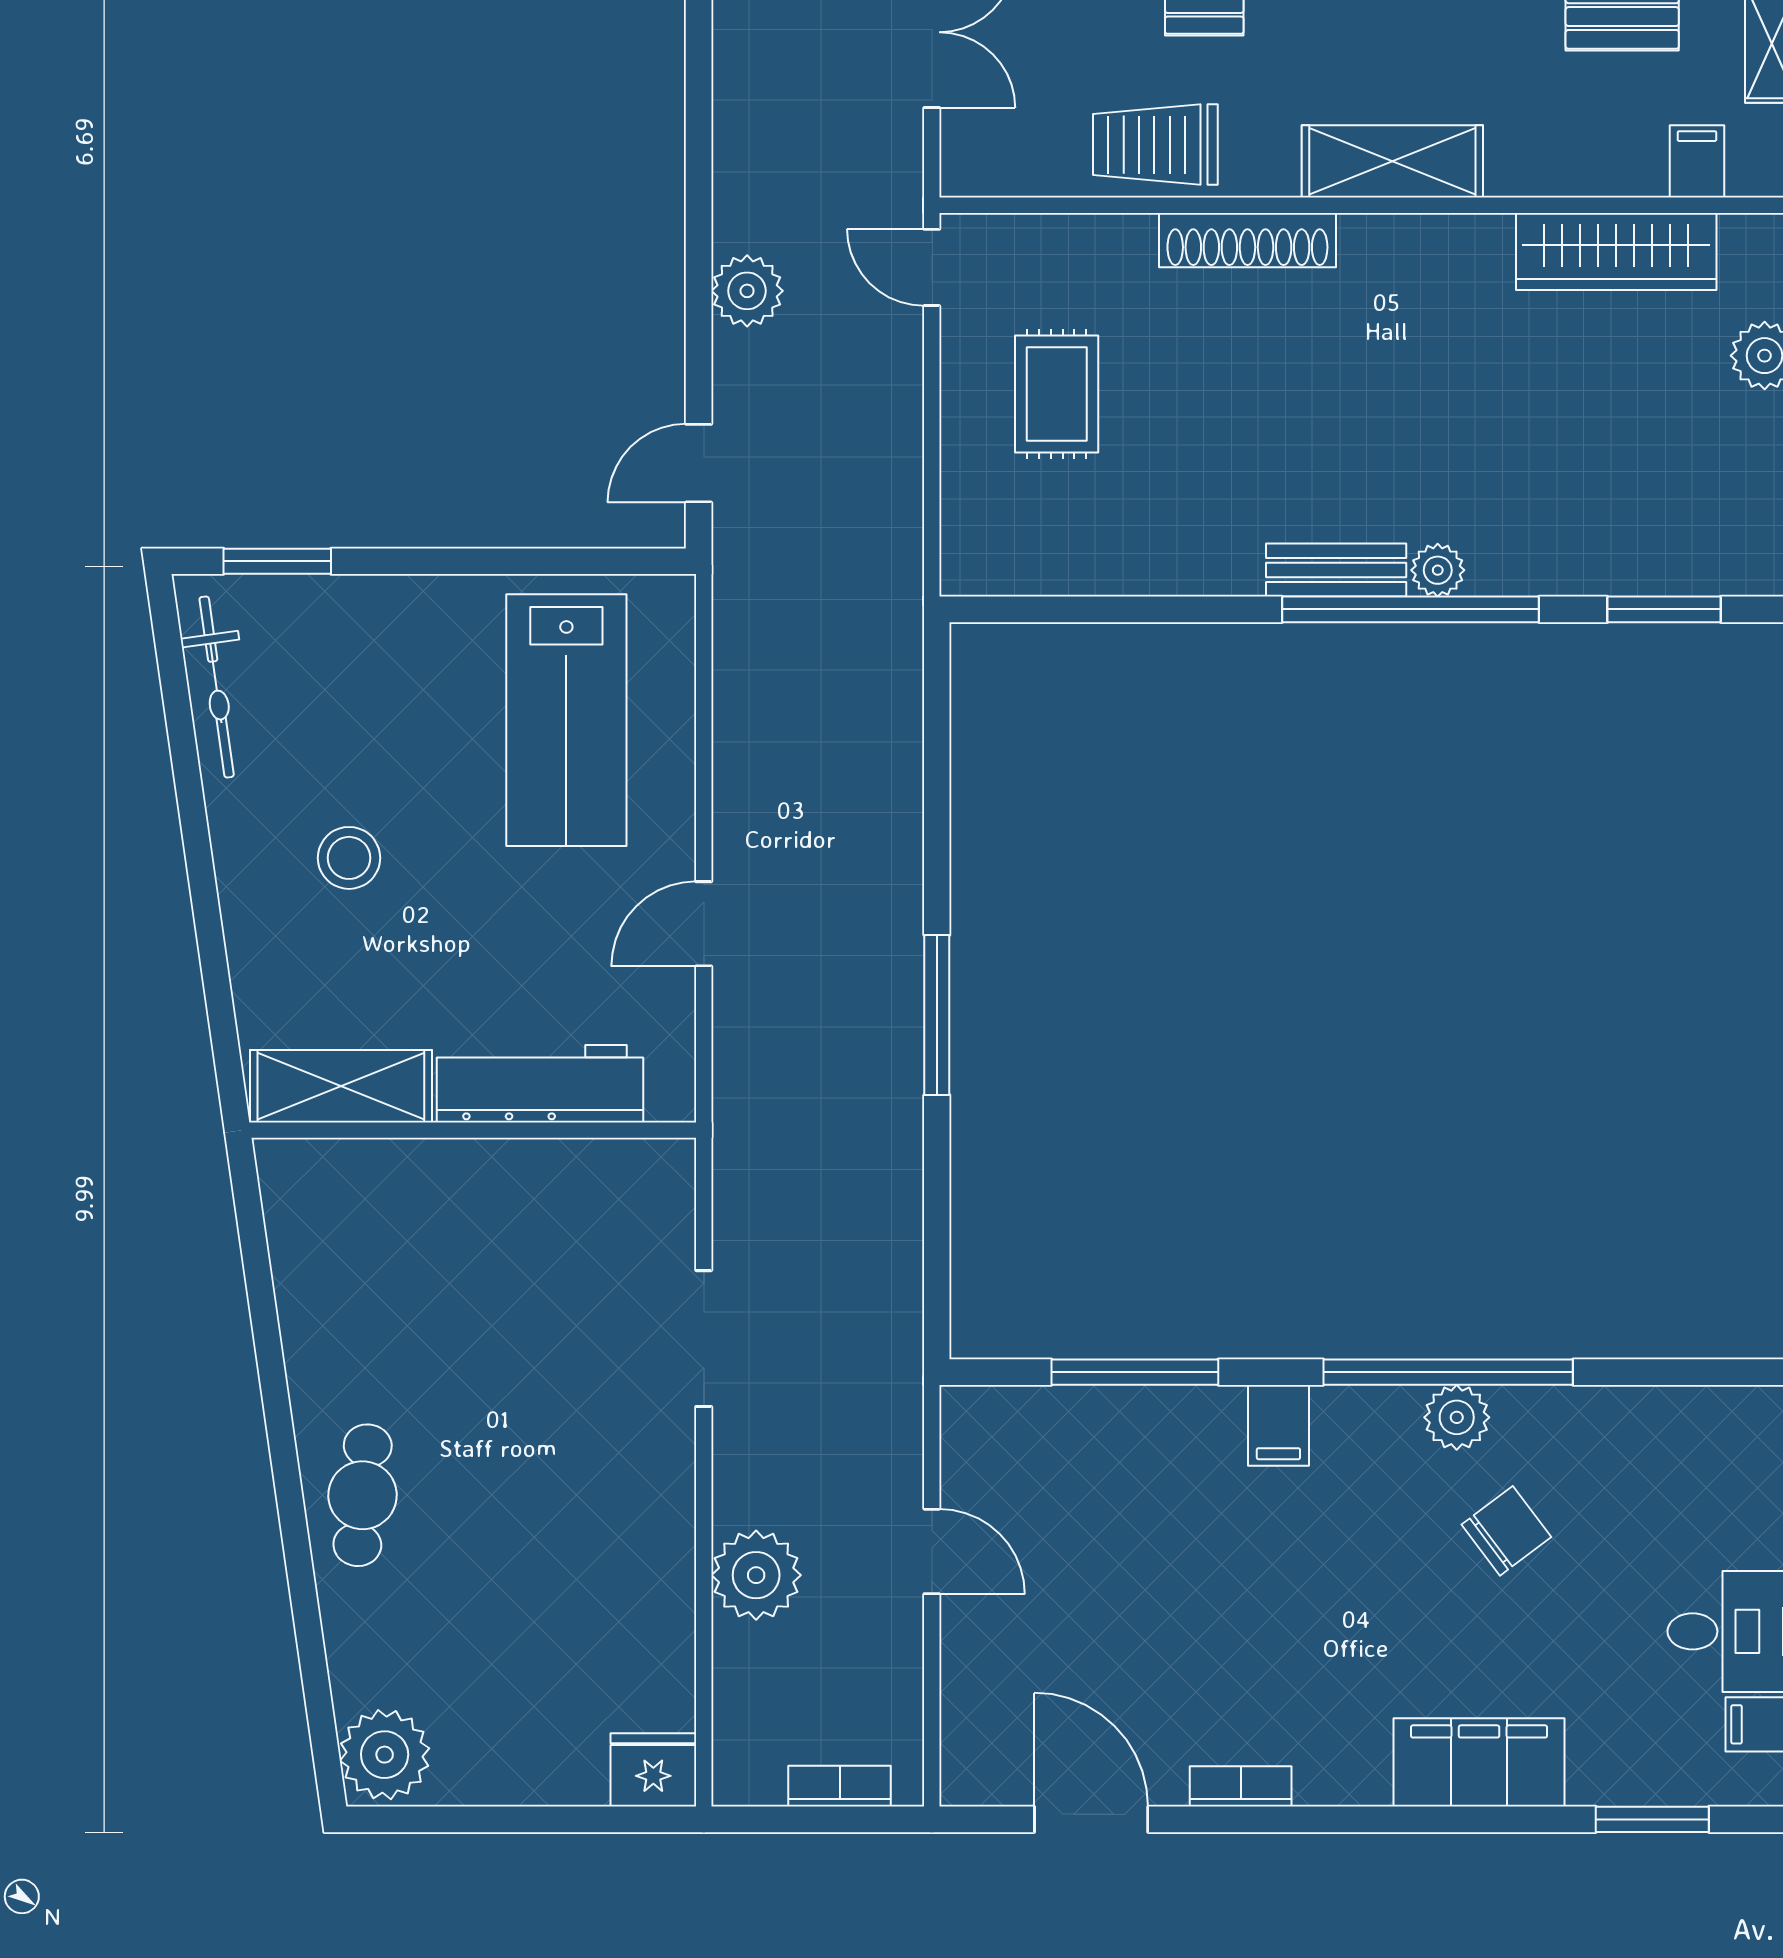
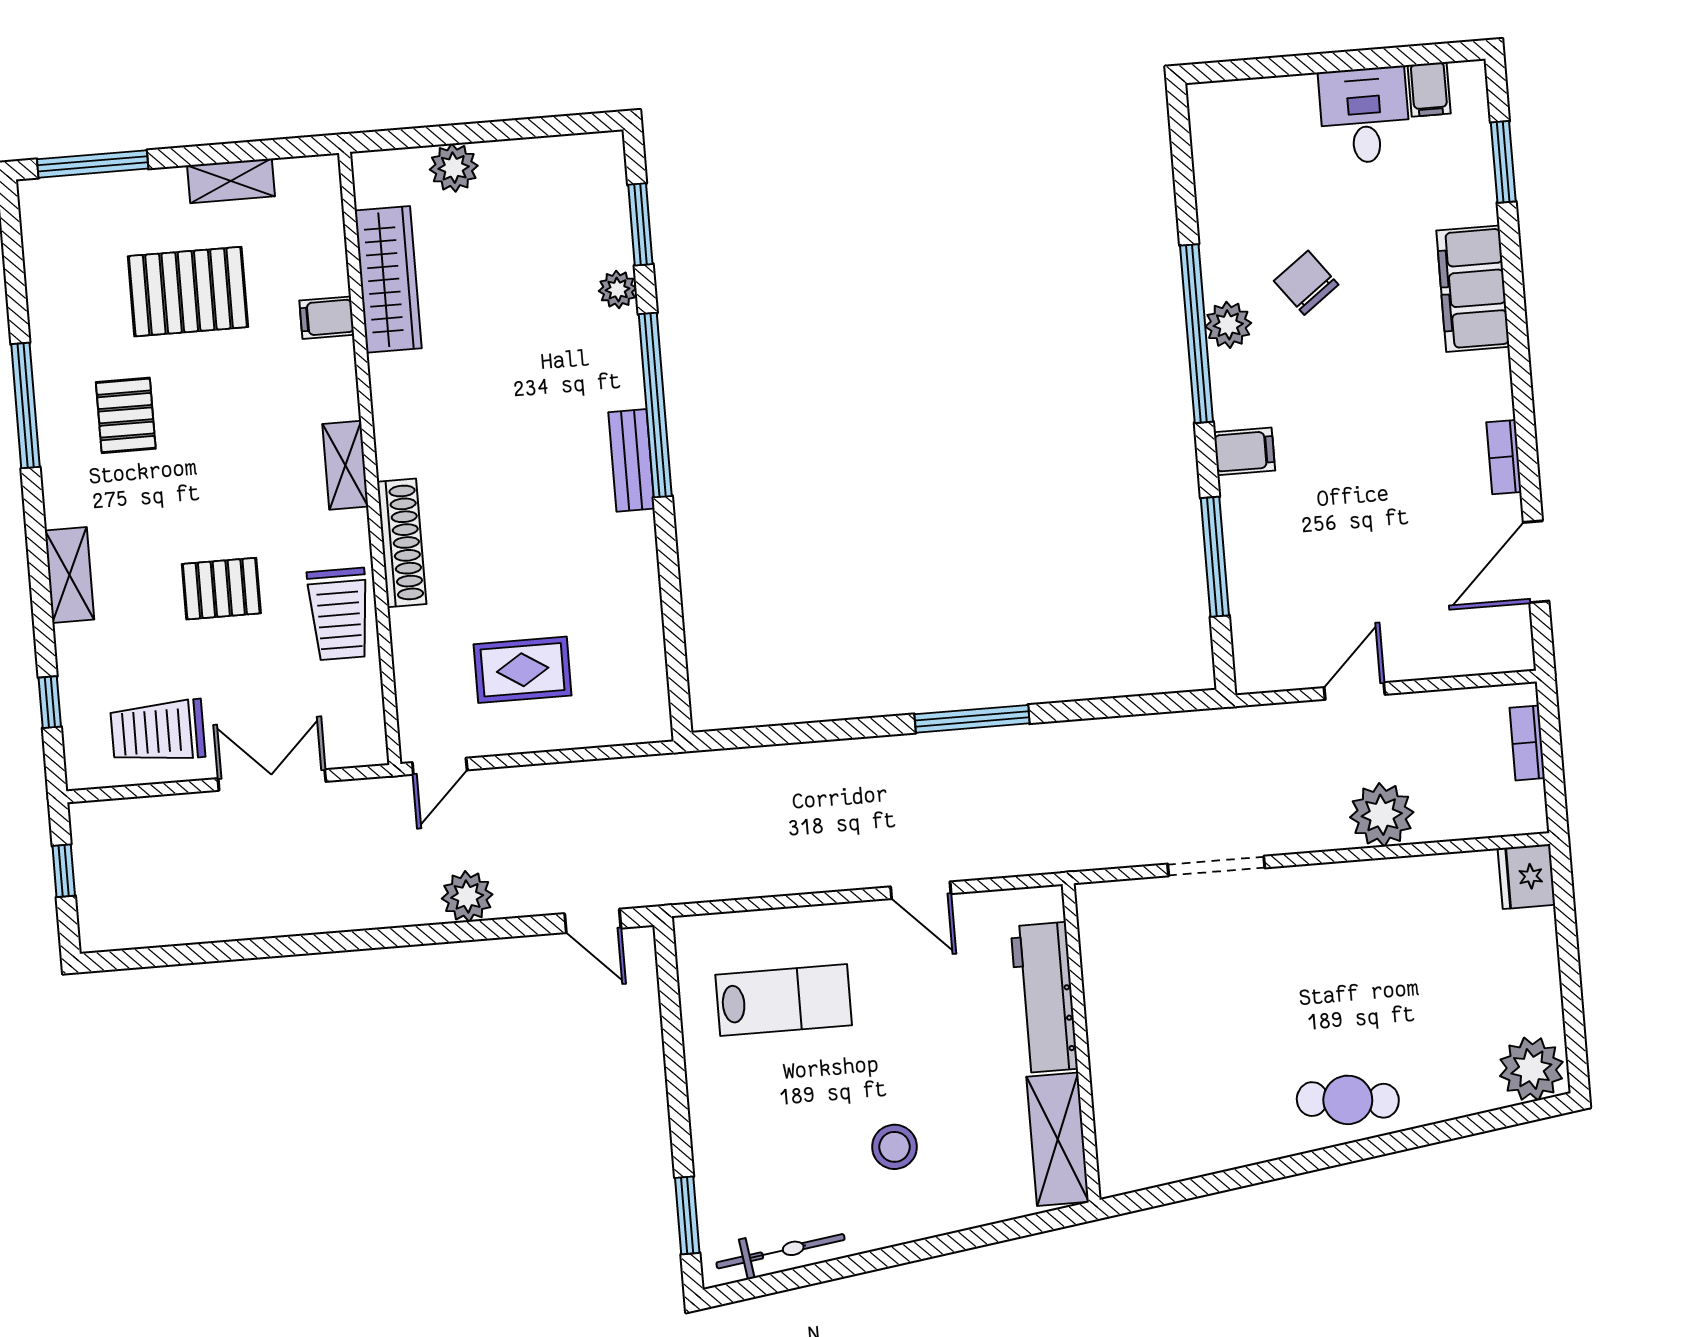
shelving: (1392, 161) -> (345, 465), width x0.67, depth x0.75
filing cabinet: (1697, 161) -> (327, 318), moved
plant: (1438, 570) -> (618, 289), moved
lab bench: (566, 720) -> (784, 1000), width x0.73, depth x0.72

